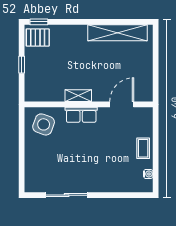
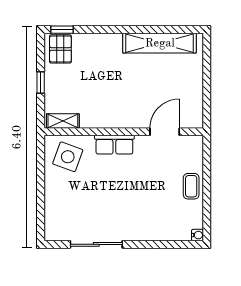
pallet: (38, 37) -> (60, 49), turned 90
shelving: (78, 96) -> (63, 121), moved
water cooler: (148, 174) -> (197, 235), moved

